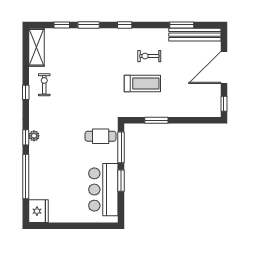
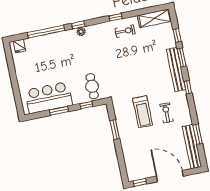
bench: (101, 35) -> (176, 69), added
window: (121, 147) -> (86, 105), width x0.46
fridge: (39, 211) -> (19, 46), width x0.53, depth x0.75

